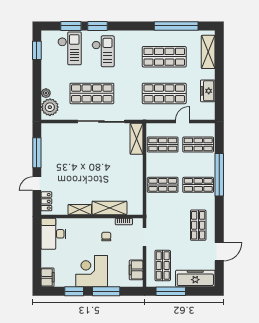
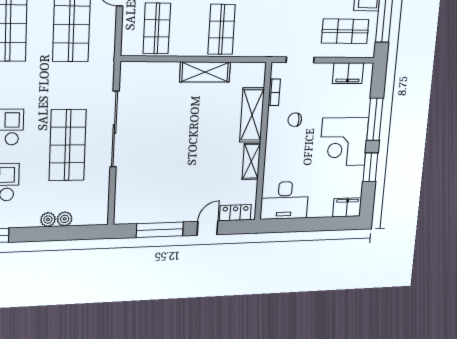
plant: (50, 107) -> (48, 220), moved, width x0.53, depth x0.53
shelving: (136, 139) -> (205, 72), moved
door: (37, 184) -> (207, 228), swing flipped

